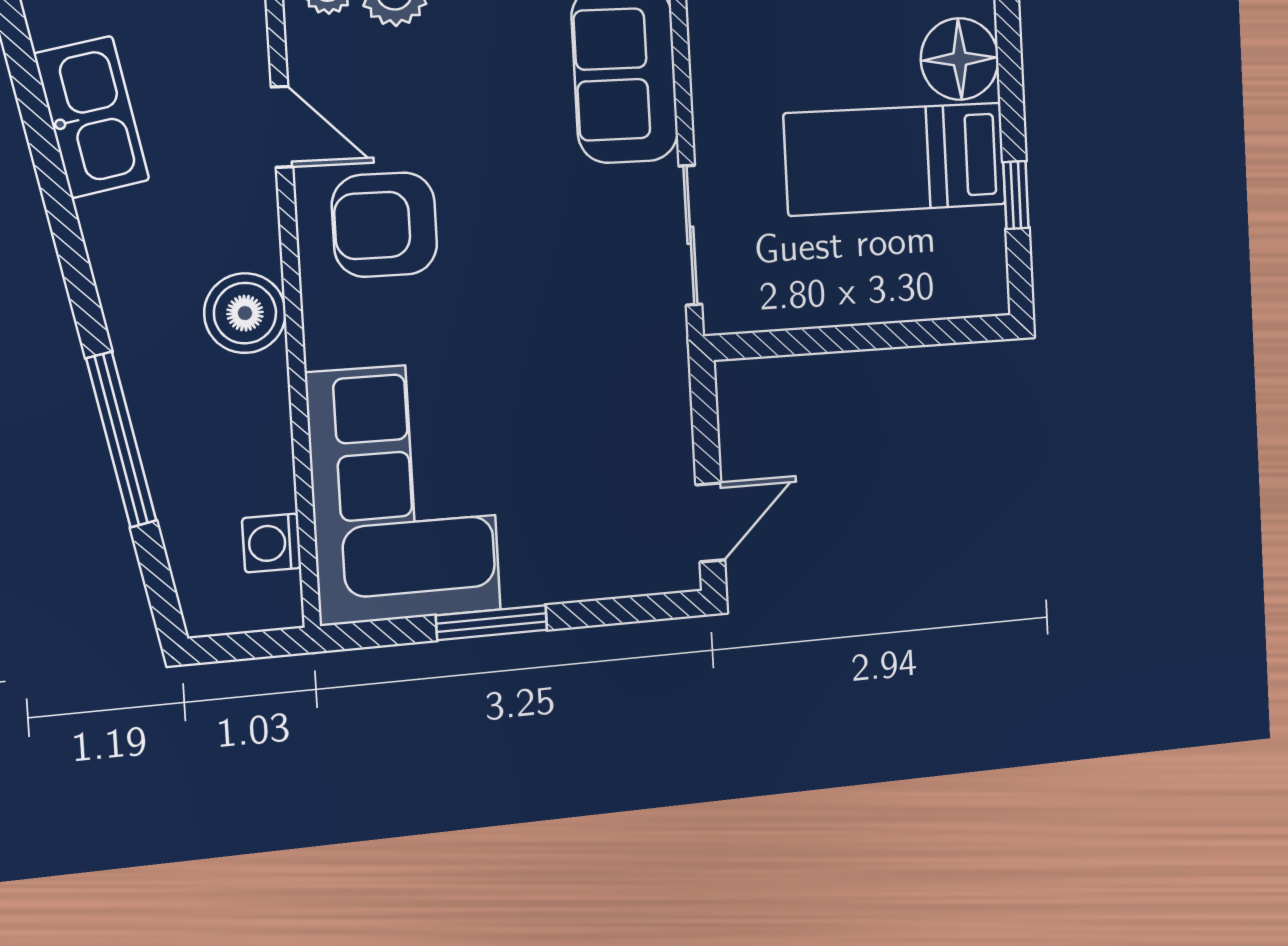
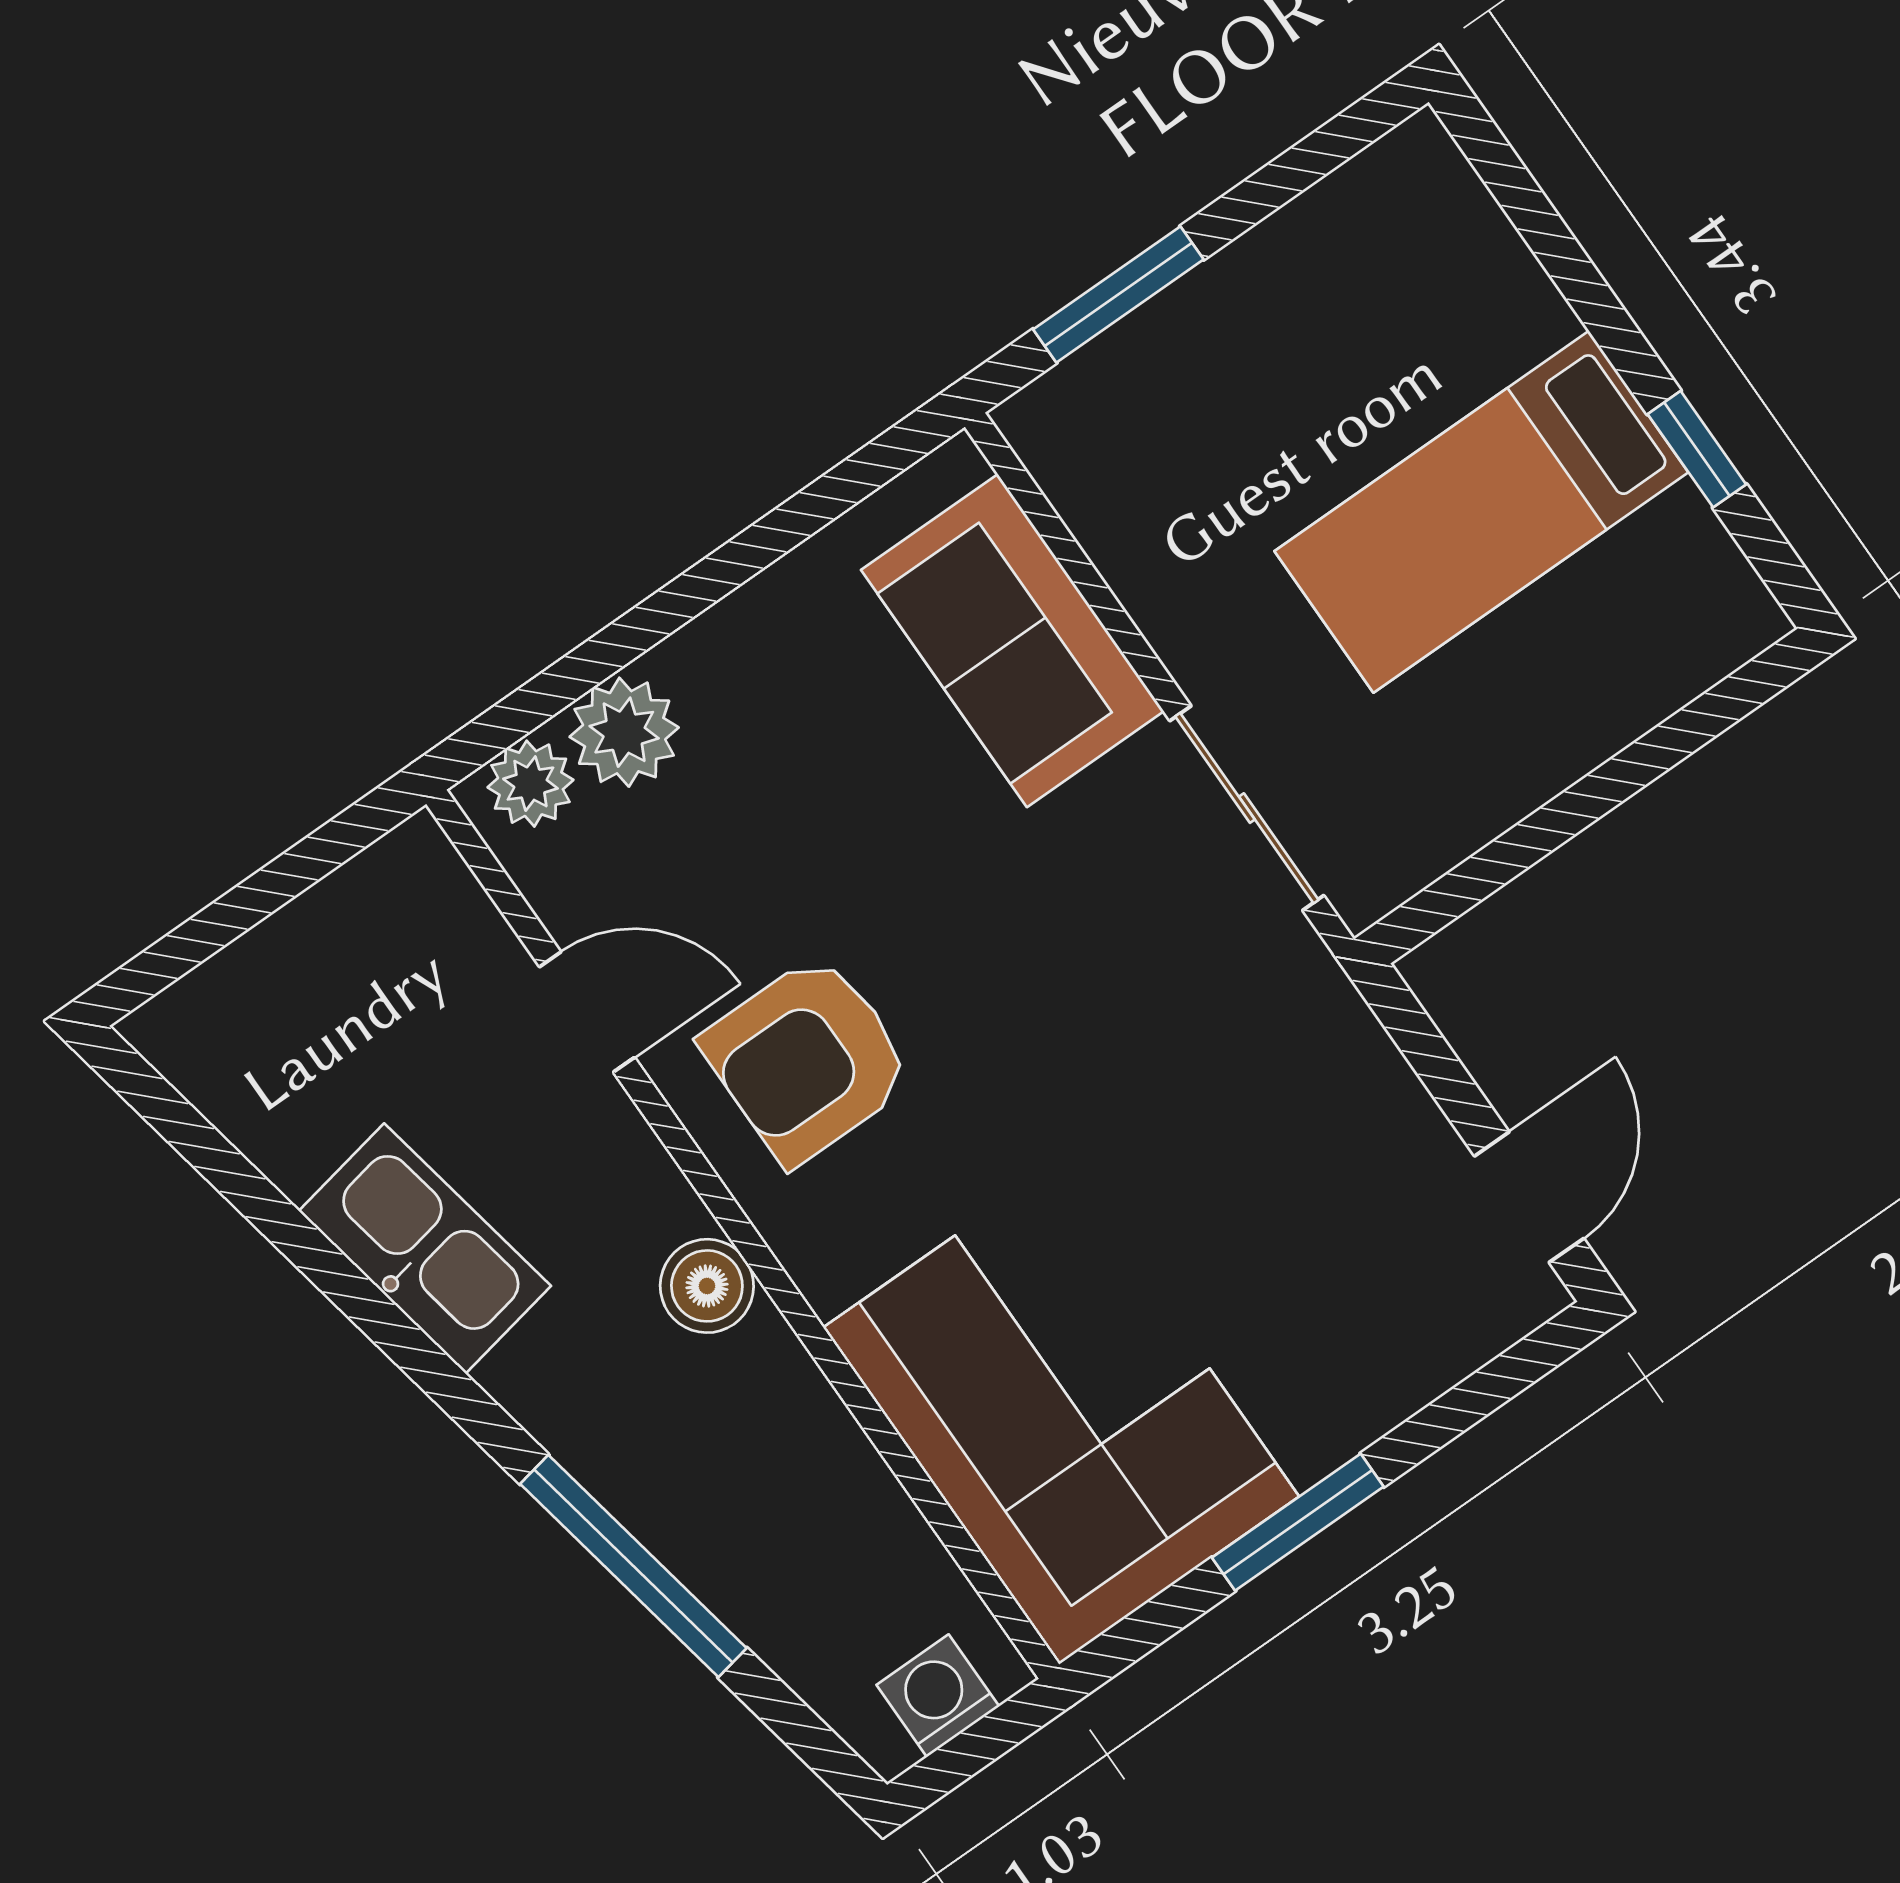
floor lamp: (960, 59) -> (1488, 307), removed
kitchen sink: (92, 117) -> (425, 1249), moved
boiler: (245, 313) -> (707, 1286), width x0.73, depth x0.73
washing machine: (272, 543) -> (938, 1696), moved, turned 90

